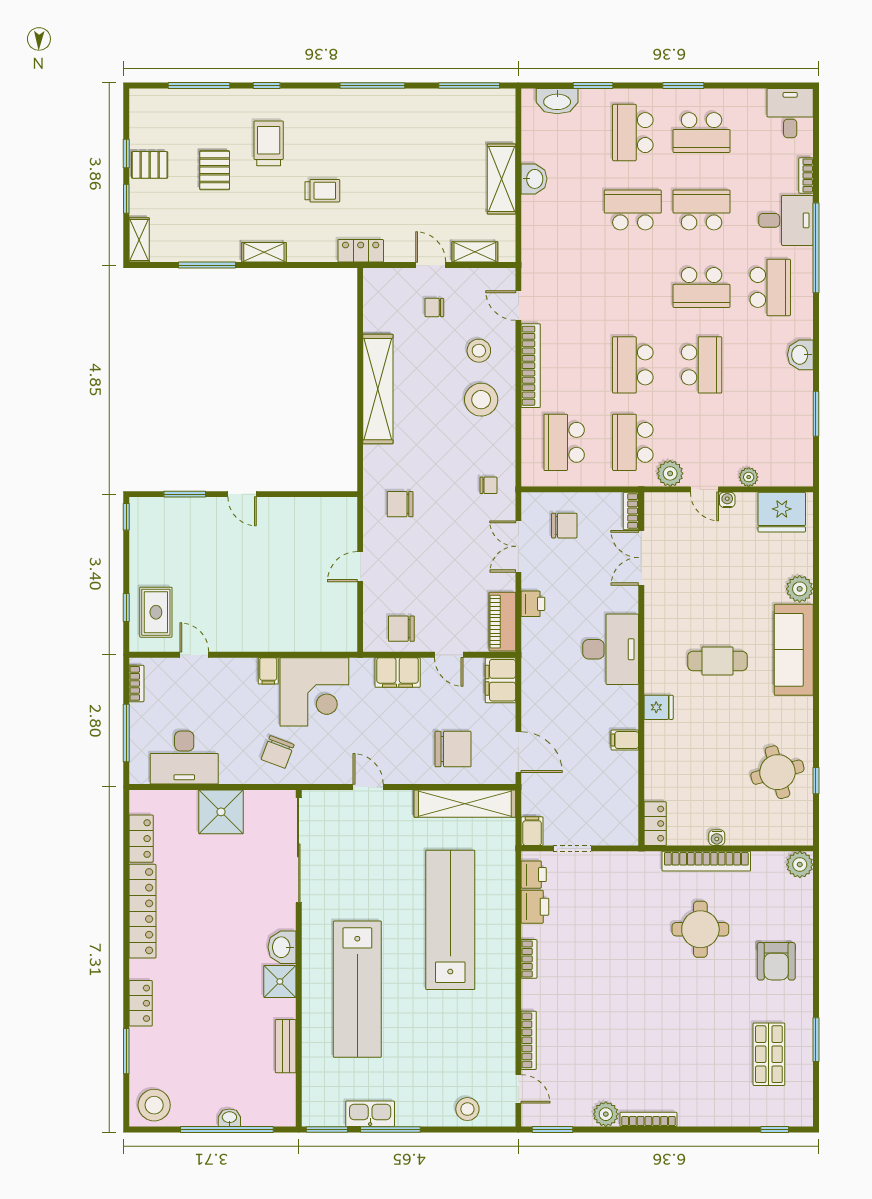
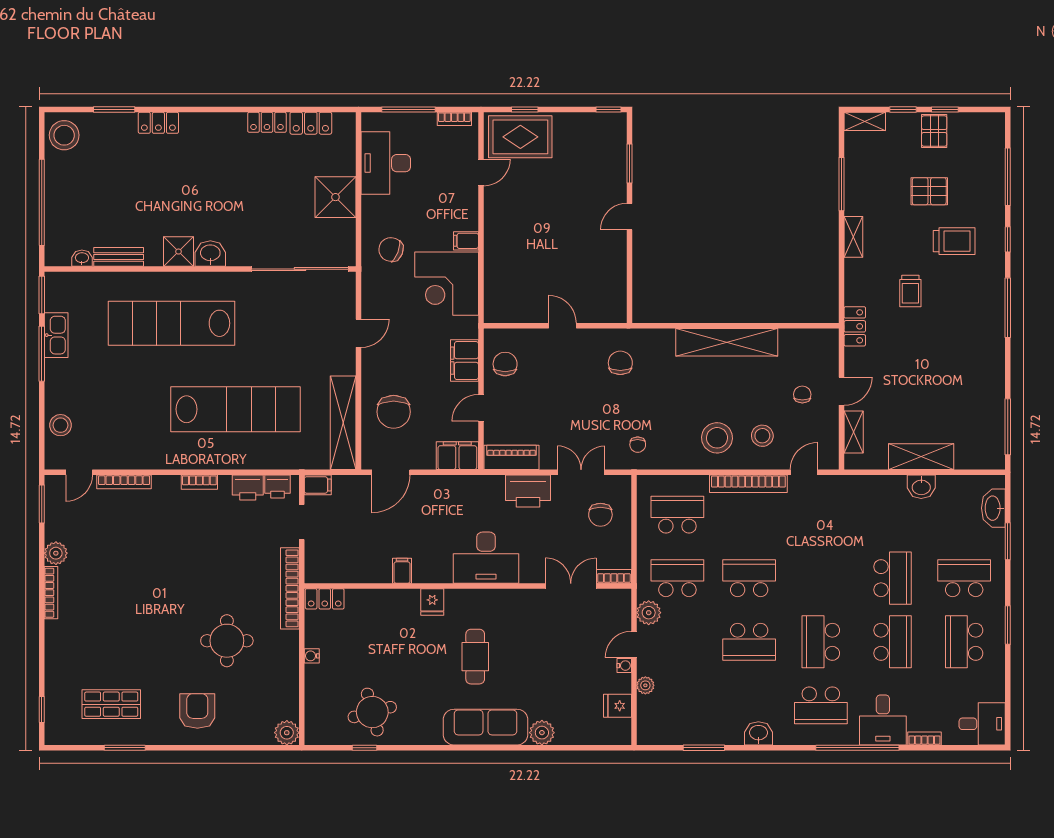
window: (372, 86) -> (1008, 308), moved
fridge: (782, 512) -> (618, 706), width x0.53, depth x0.75
printer: (533, 604) -> (528, 491), width x1.87, depth x1.48
rug: (156, 612) -> (520, 137), width x1.36, depth x1.43
bookcase: (706, 861) -> (290, 588), moved
locker: (142, 911) -> (267, 122), width x0.46, depth x0.83
armchair: (776, 961) -> (197, 711), turned 90
washbasin: (229, 1118) -> (82, 258), moved, turned -90

